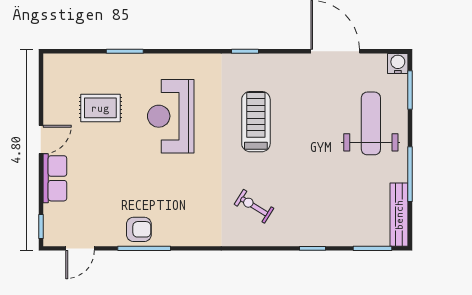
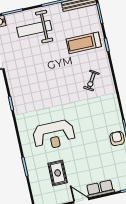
treadmill: (256, 122) -> (84, 43), moved

